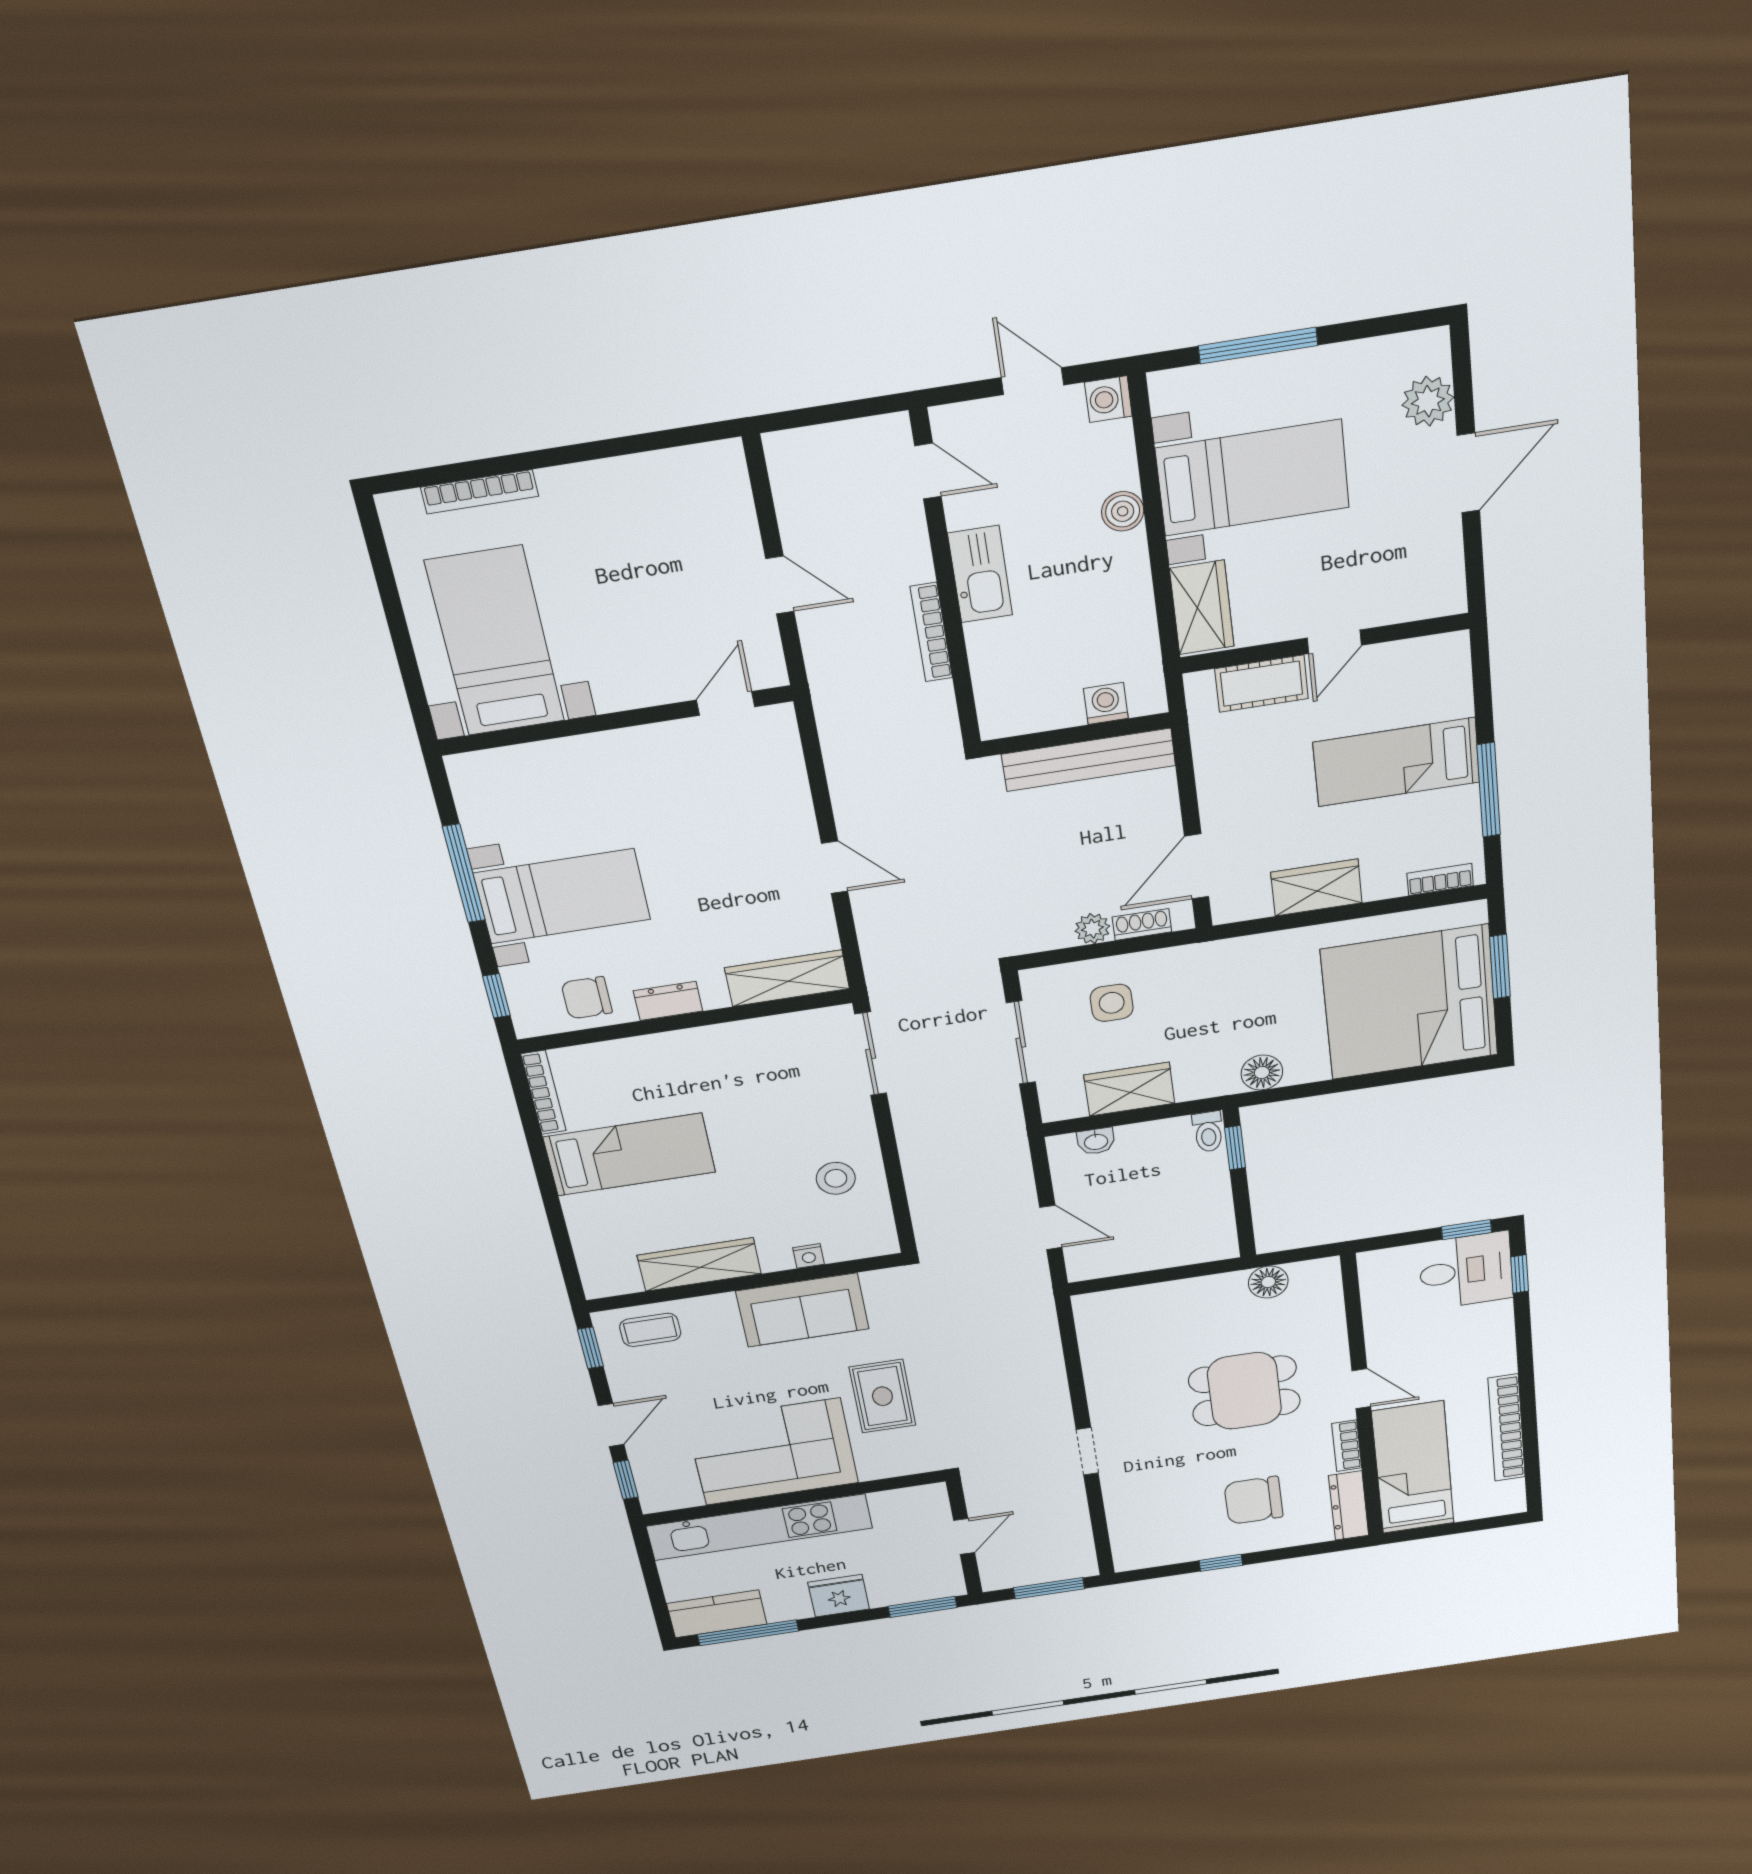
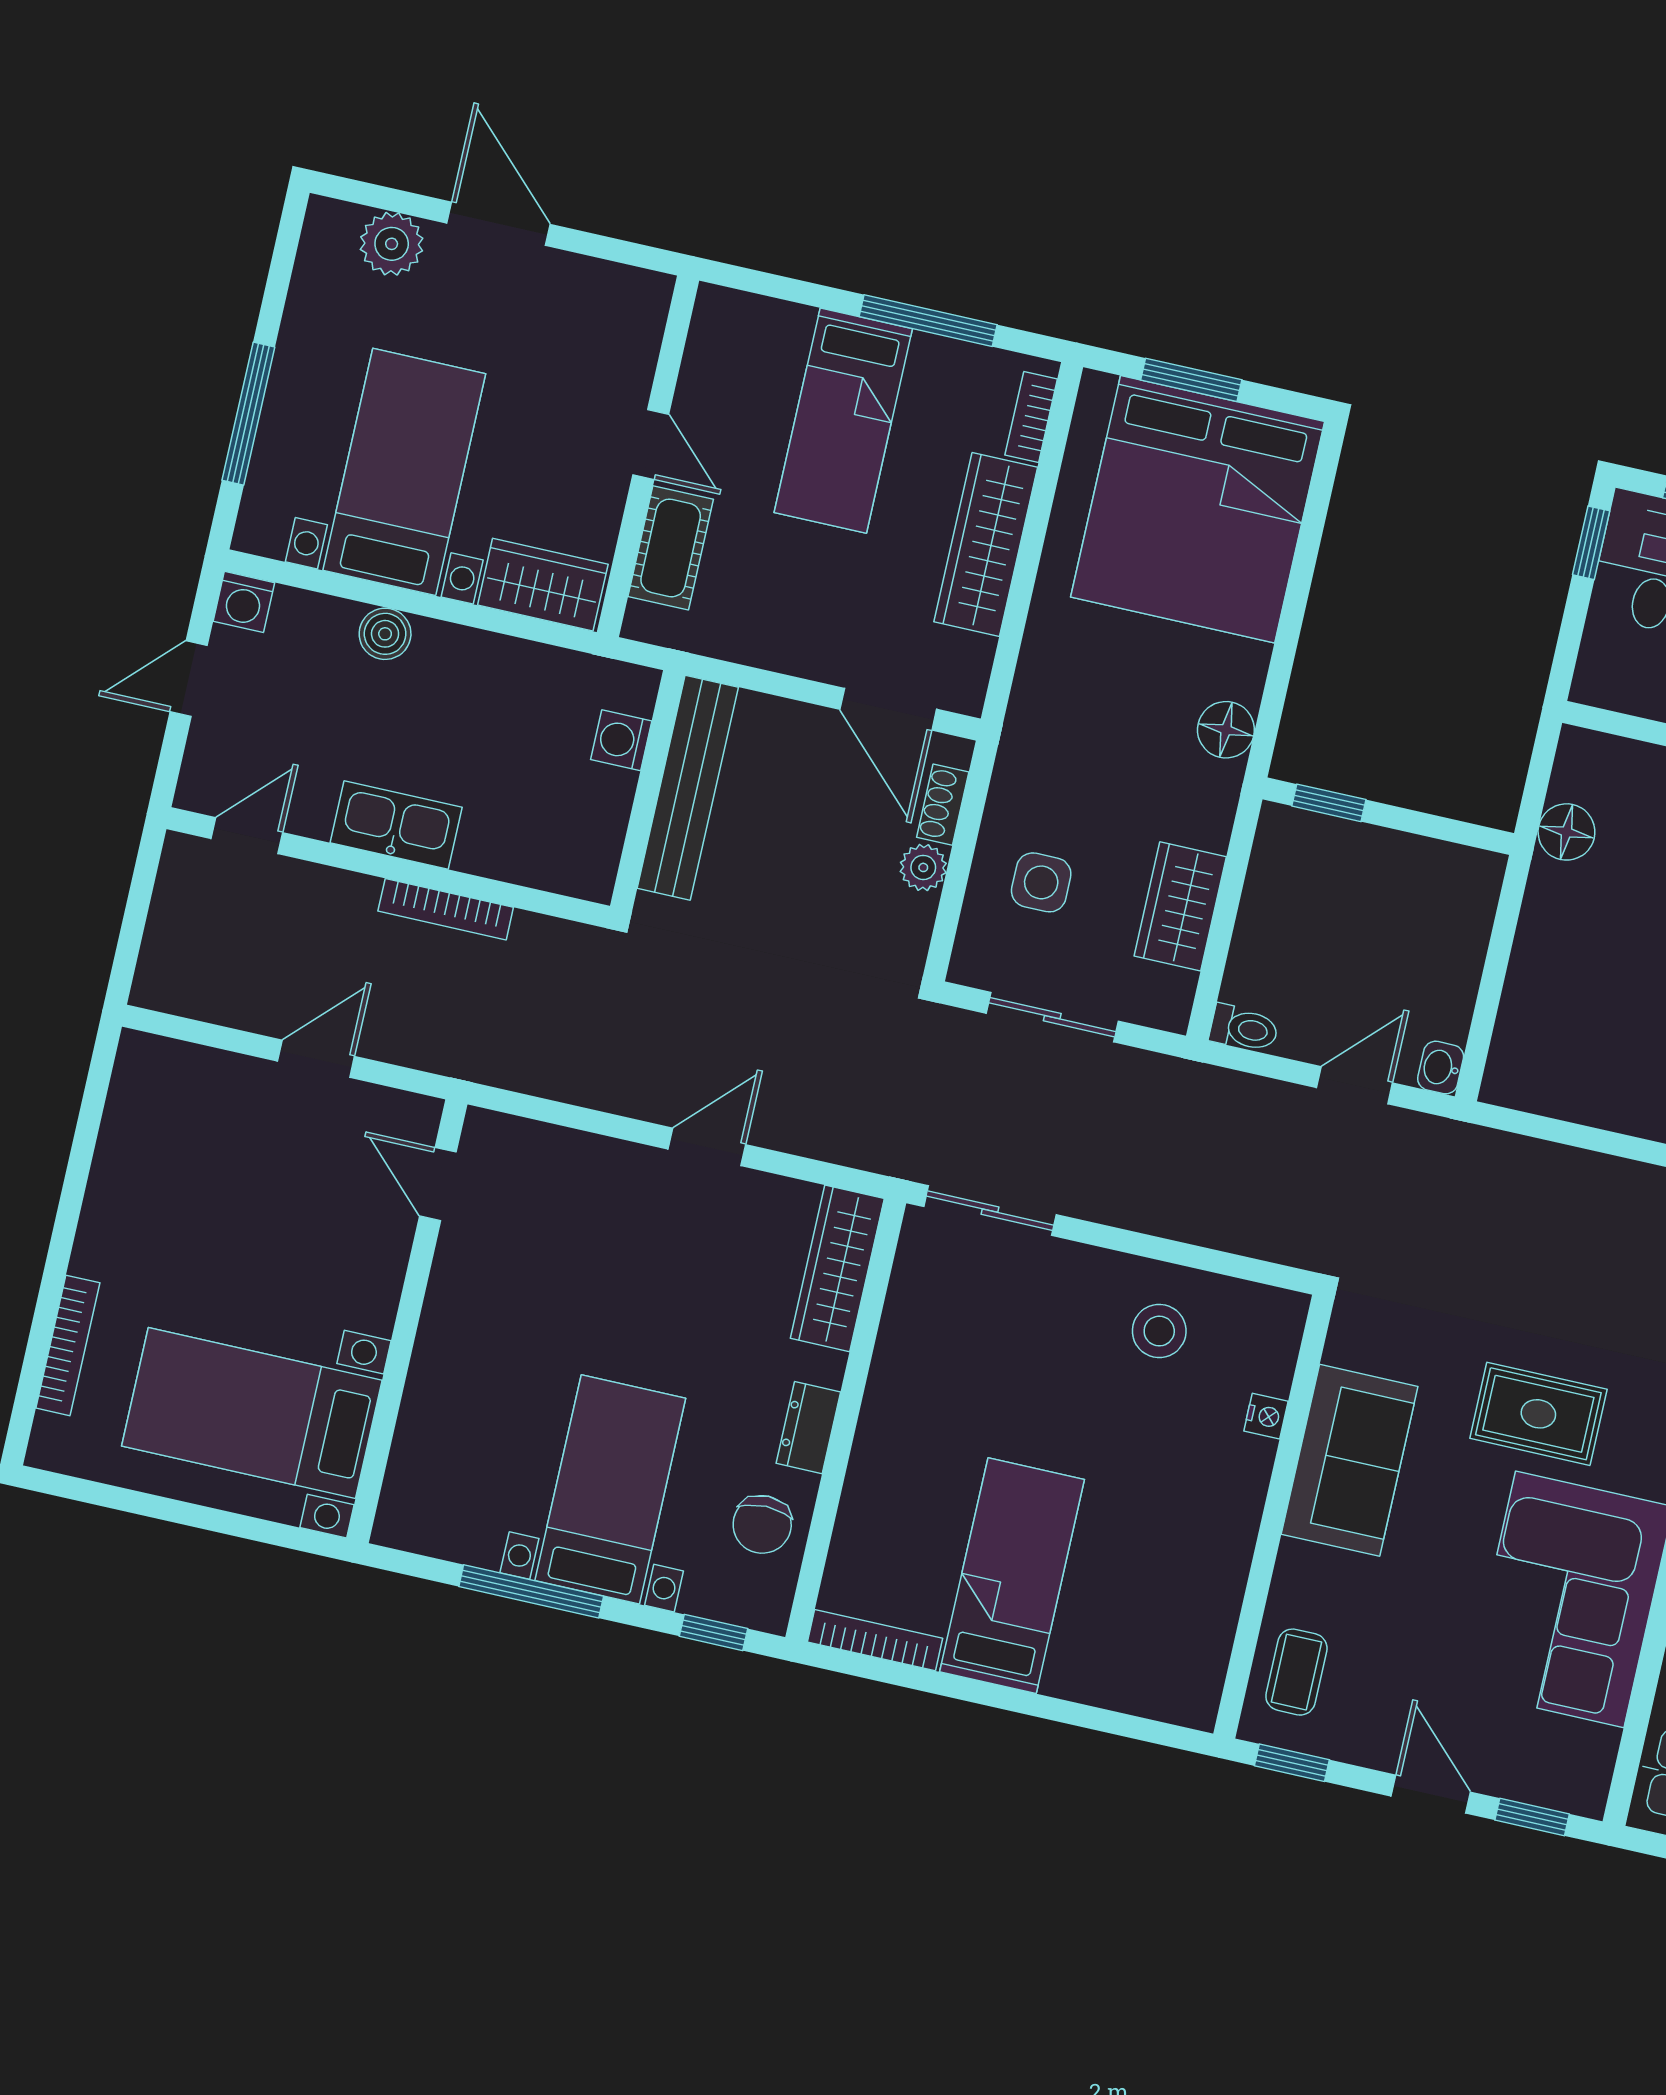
wardrobe: (1316, 888) -> (986, 544), width x1.50
toilet: (1208, 1132) -> (1244, 1028), moved
washbasin: (1096, 1141) -> (1441, 1068), moved, turned 180
wardrobe: (699, 1264) -> (1219, 1562), removed

